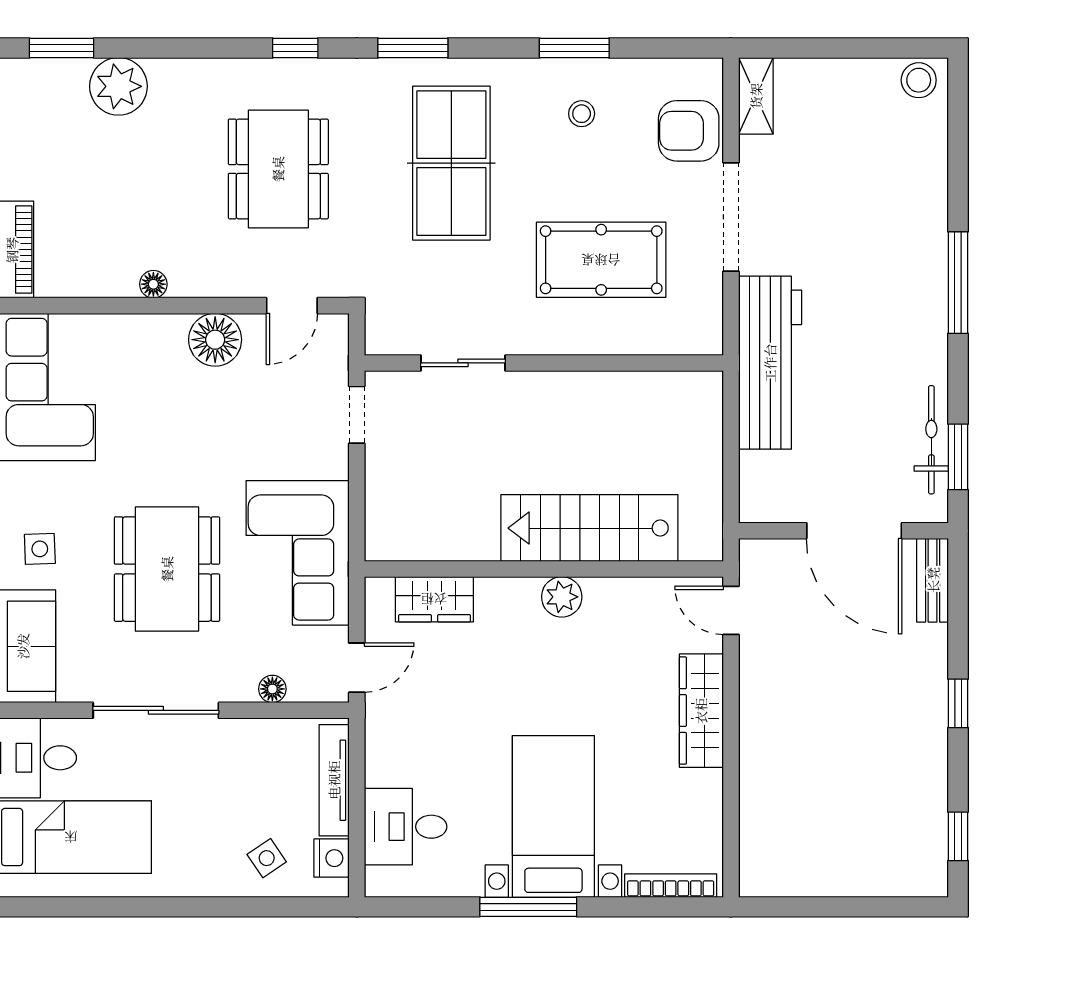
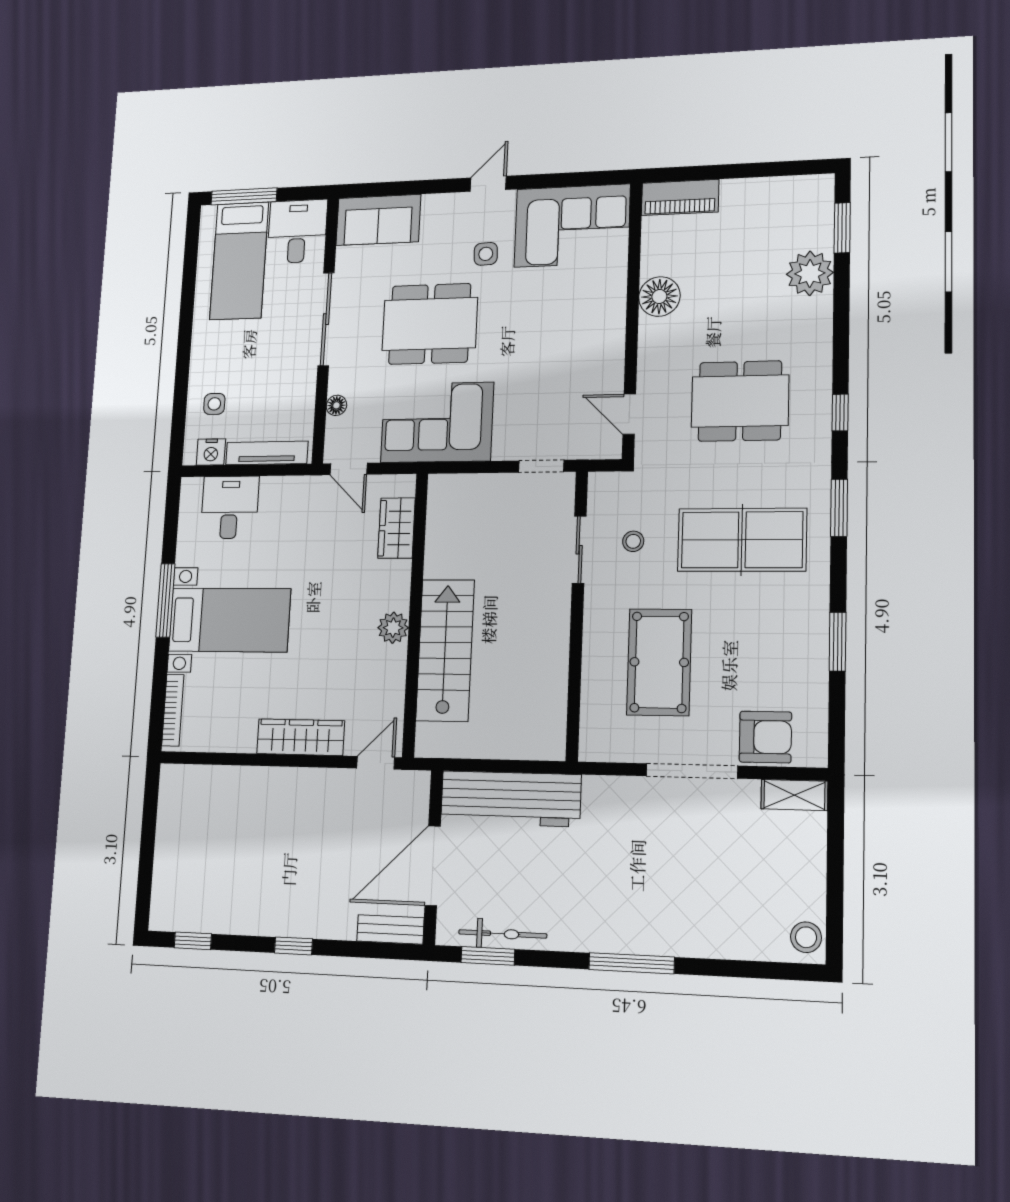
stool: (582, 114) -> (633, 541), moved
armchair: (689, 131) -> (765, 737), turned 90
floor lamp: (153, 284) -> (659, 297), width x1.89, depth x1.89
floor lamp: (215, 340) -> (604, 355), removed
workbench: (770, 363) -> (511, 799), moved
side table: (40, 549) -> (486, 254), moved
side table: (267, 858) -> (214, 404), turned 34

